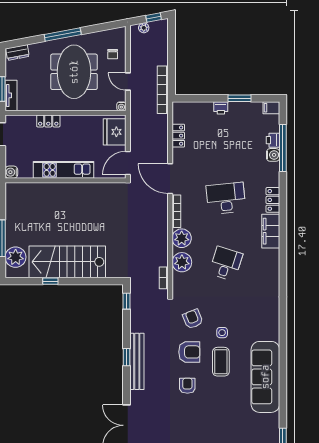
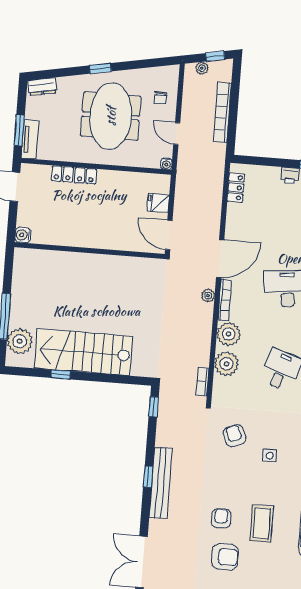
window: (63, 34) -> (100, 68), width x0.46
bookcase: (163, 90) -> (222, 112), moved
locker: (48, 121) -> (74, 175), width x1.53
fridge: (115, 132) -> (158, 203), width x0.53, depth x0.75
locker: (178, 136) -> (236, 188), moved
door: (128, 163) -> (169, 235), hinge flipped
kitchen unit: (63, 170) -> (88, 237), removed
door: (170, 179) -> (220, 259), swing flipped
plant: (163, 209) -> (208, 296), added
armchair: (189, 352) -> (225, 557), moved
coffee table: (221, 362) -> (262, 524), moved

